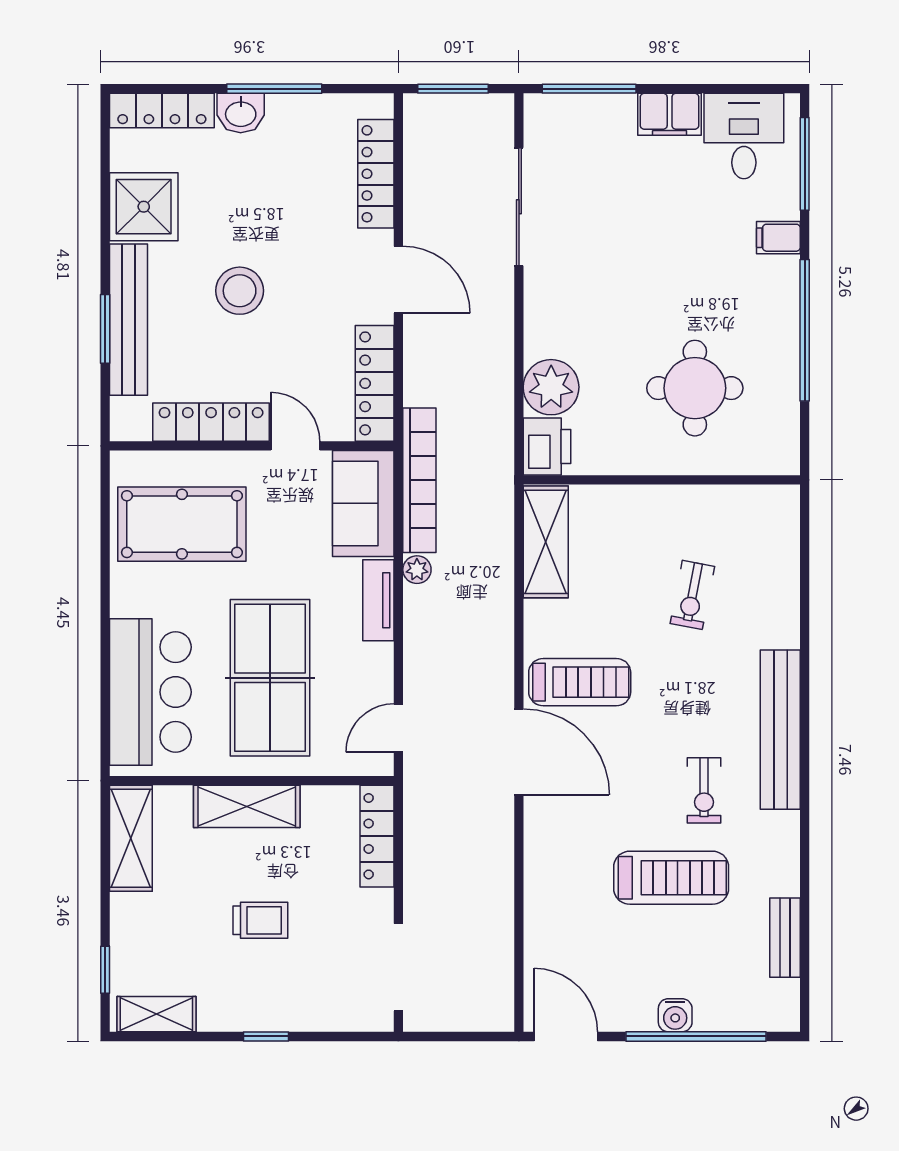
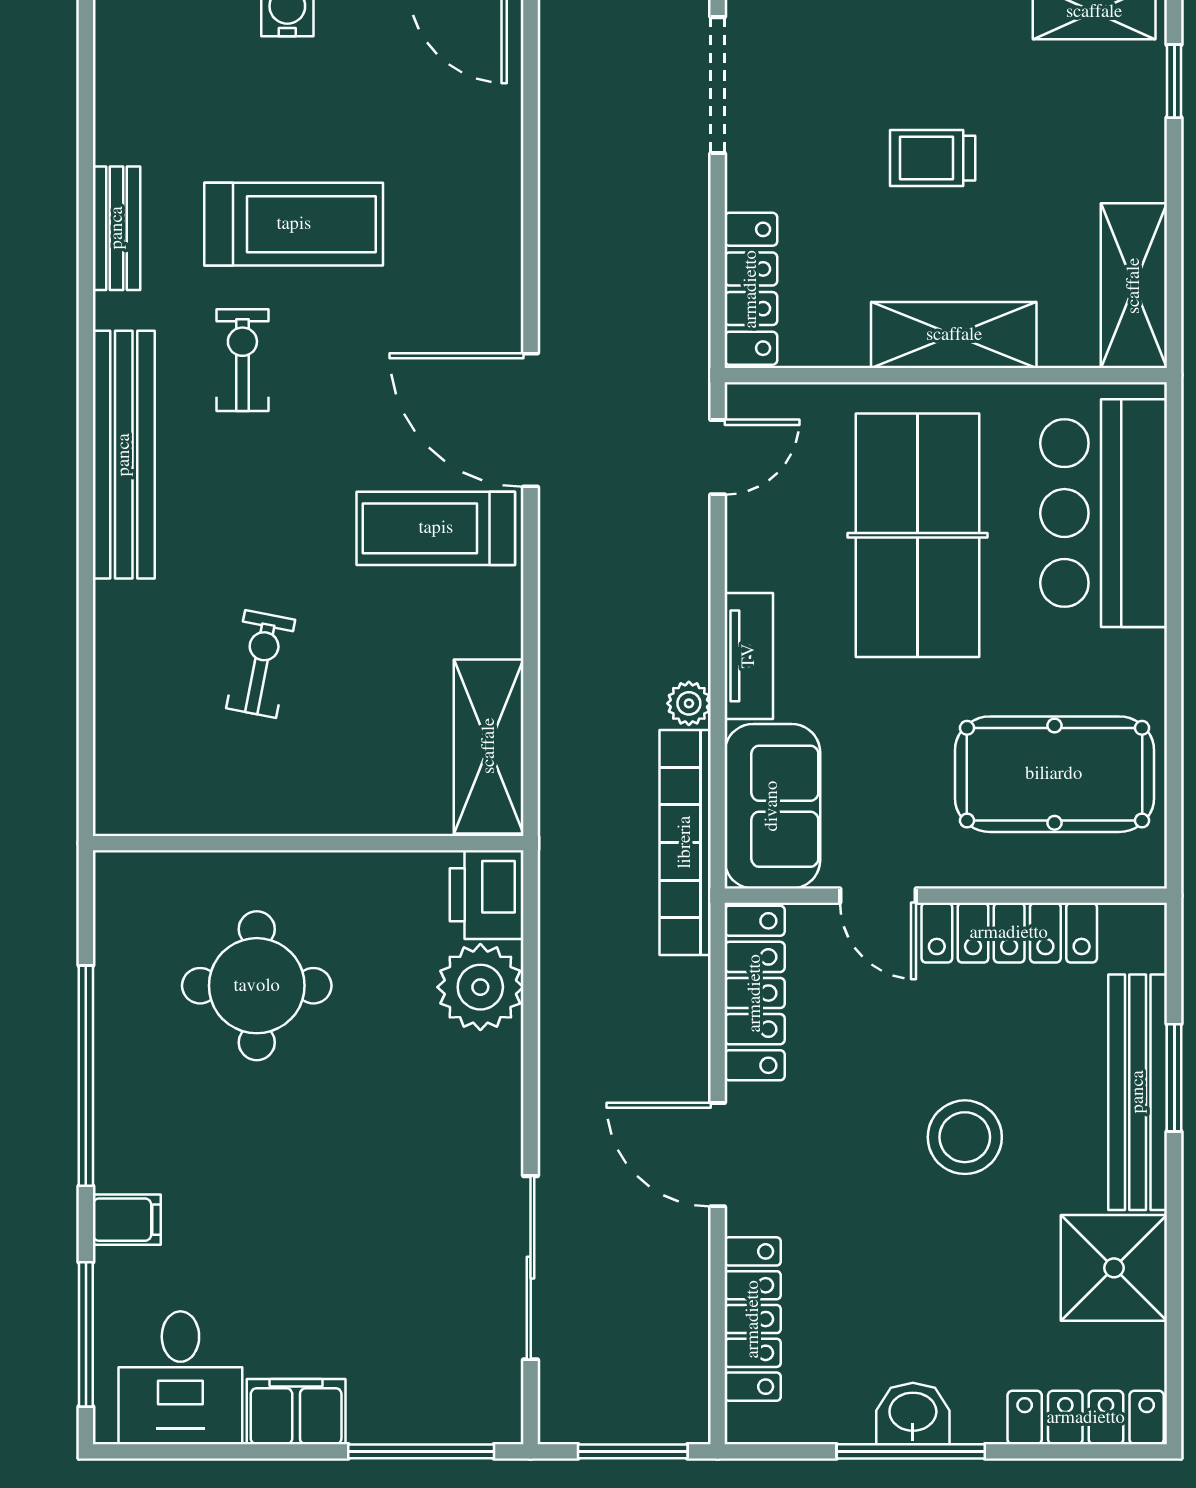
washbasin: (241, 113) -> (913, 1414), moved
treadmill: (671, 878) -> (294, 224), turned 180
bench: (785, 938) -> (117, 228), moved

